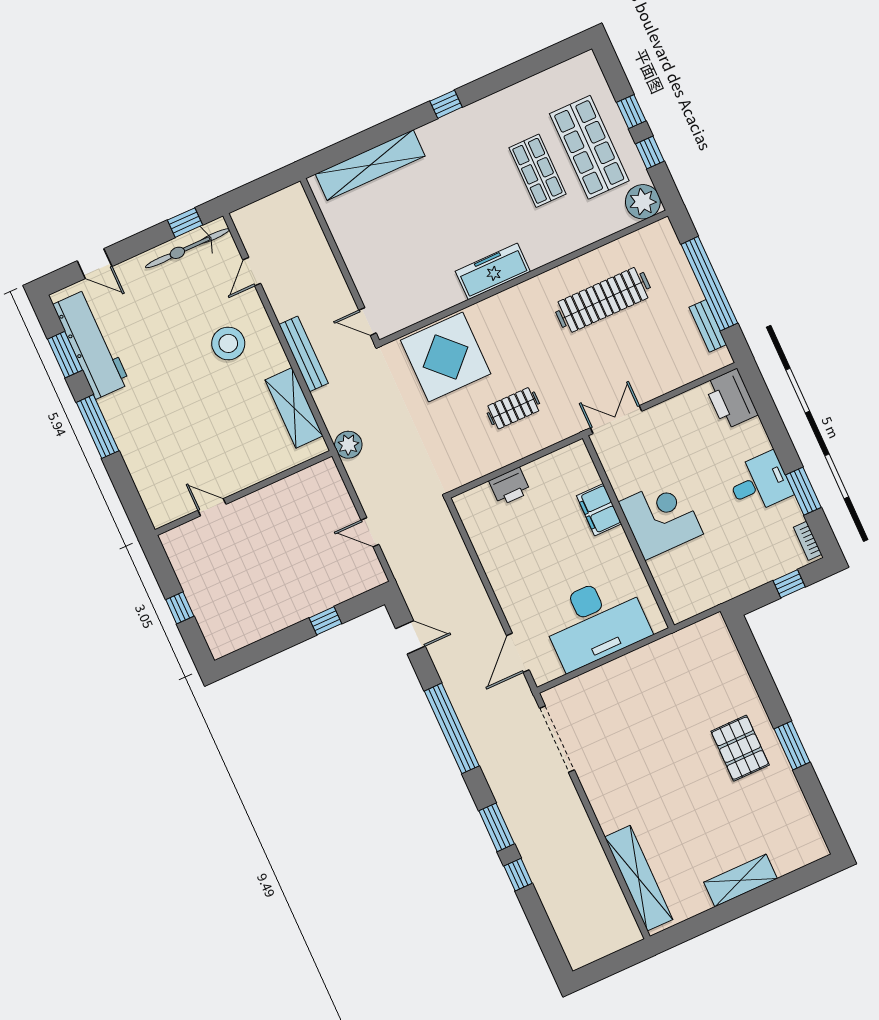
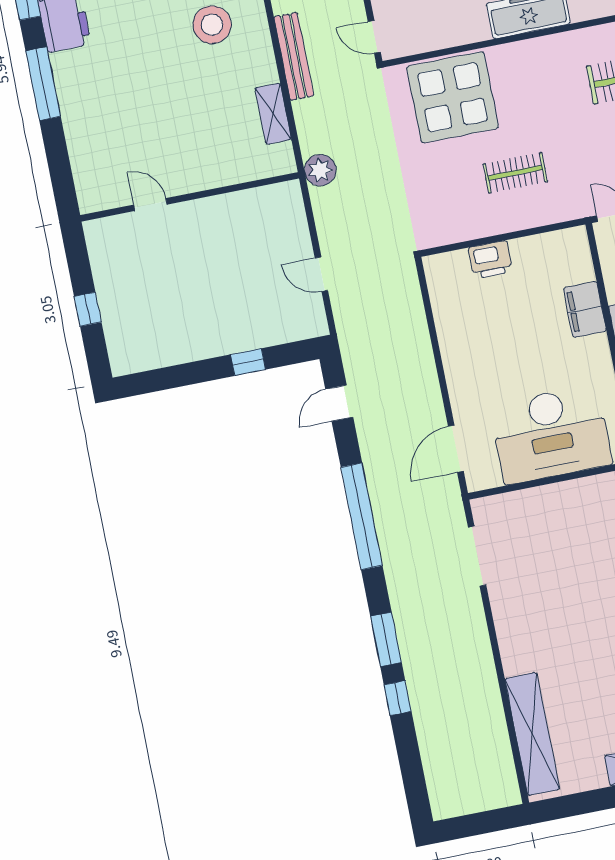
shelving: (294, 408) -> (273, 114), width x0.67, depth x0.75
door: (410, 637) -> (339, 403), swing flipped
doorway: (557, 739) -> (477, 556), width x0.73

